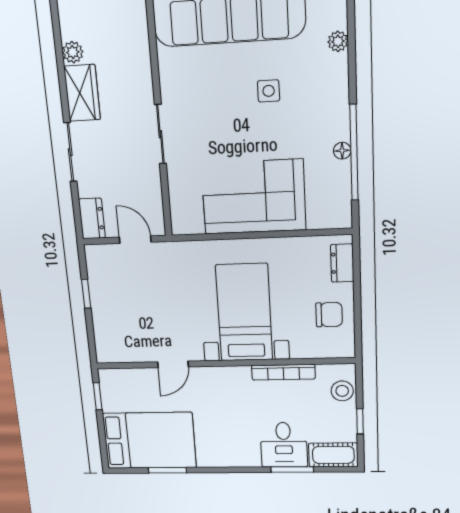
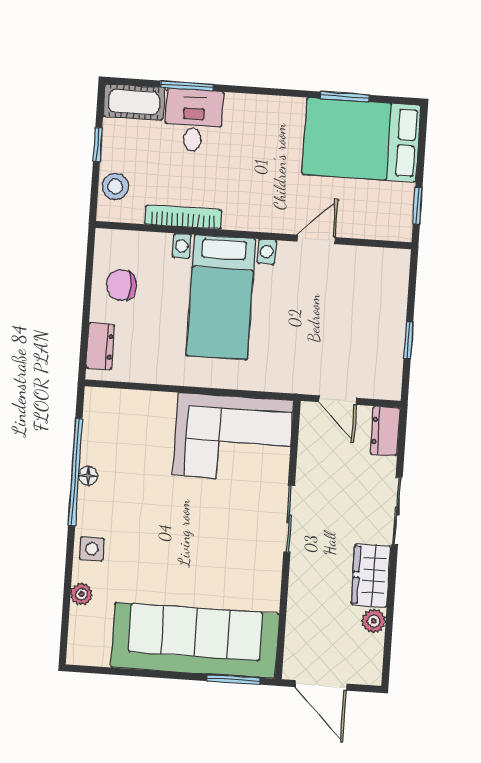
side table: (269, 91) -> (92, 549), moved
corner sofa: (254, 197) -> (233, 438), moved

